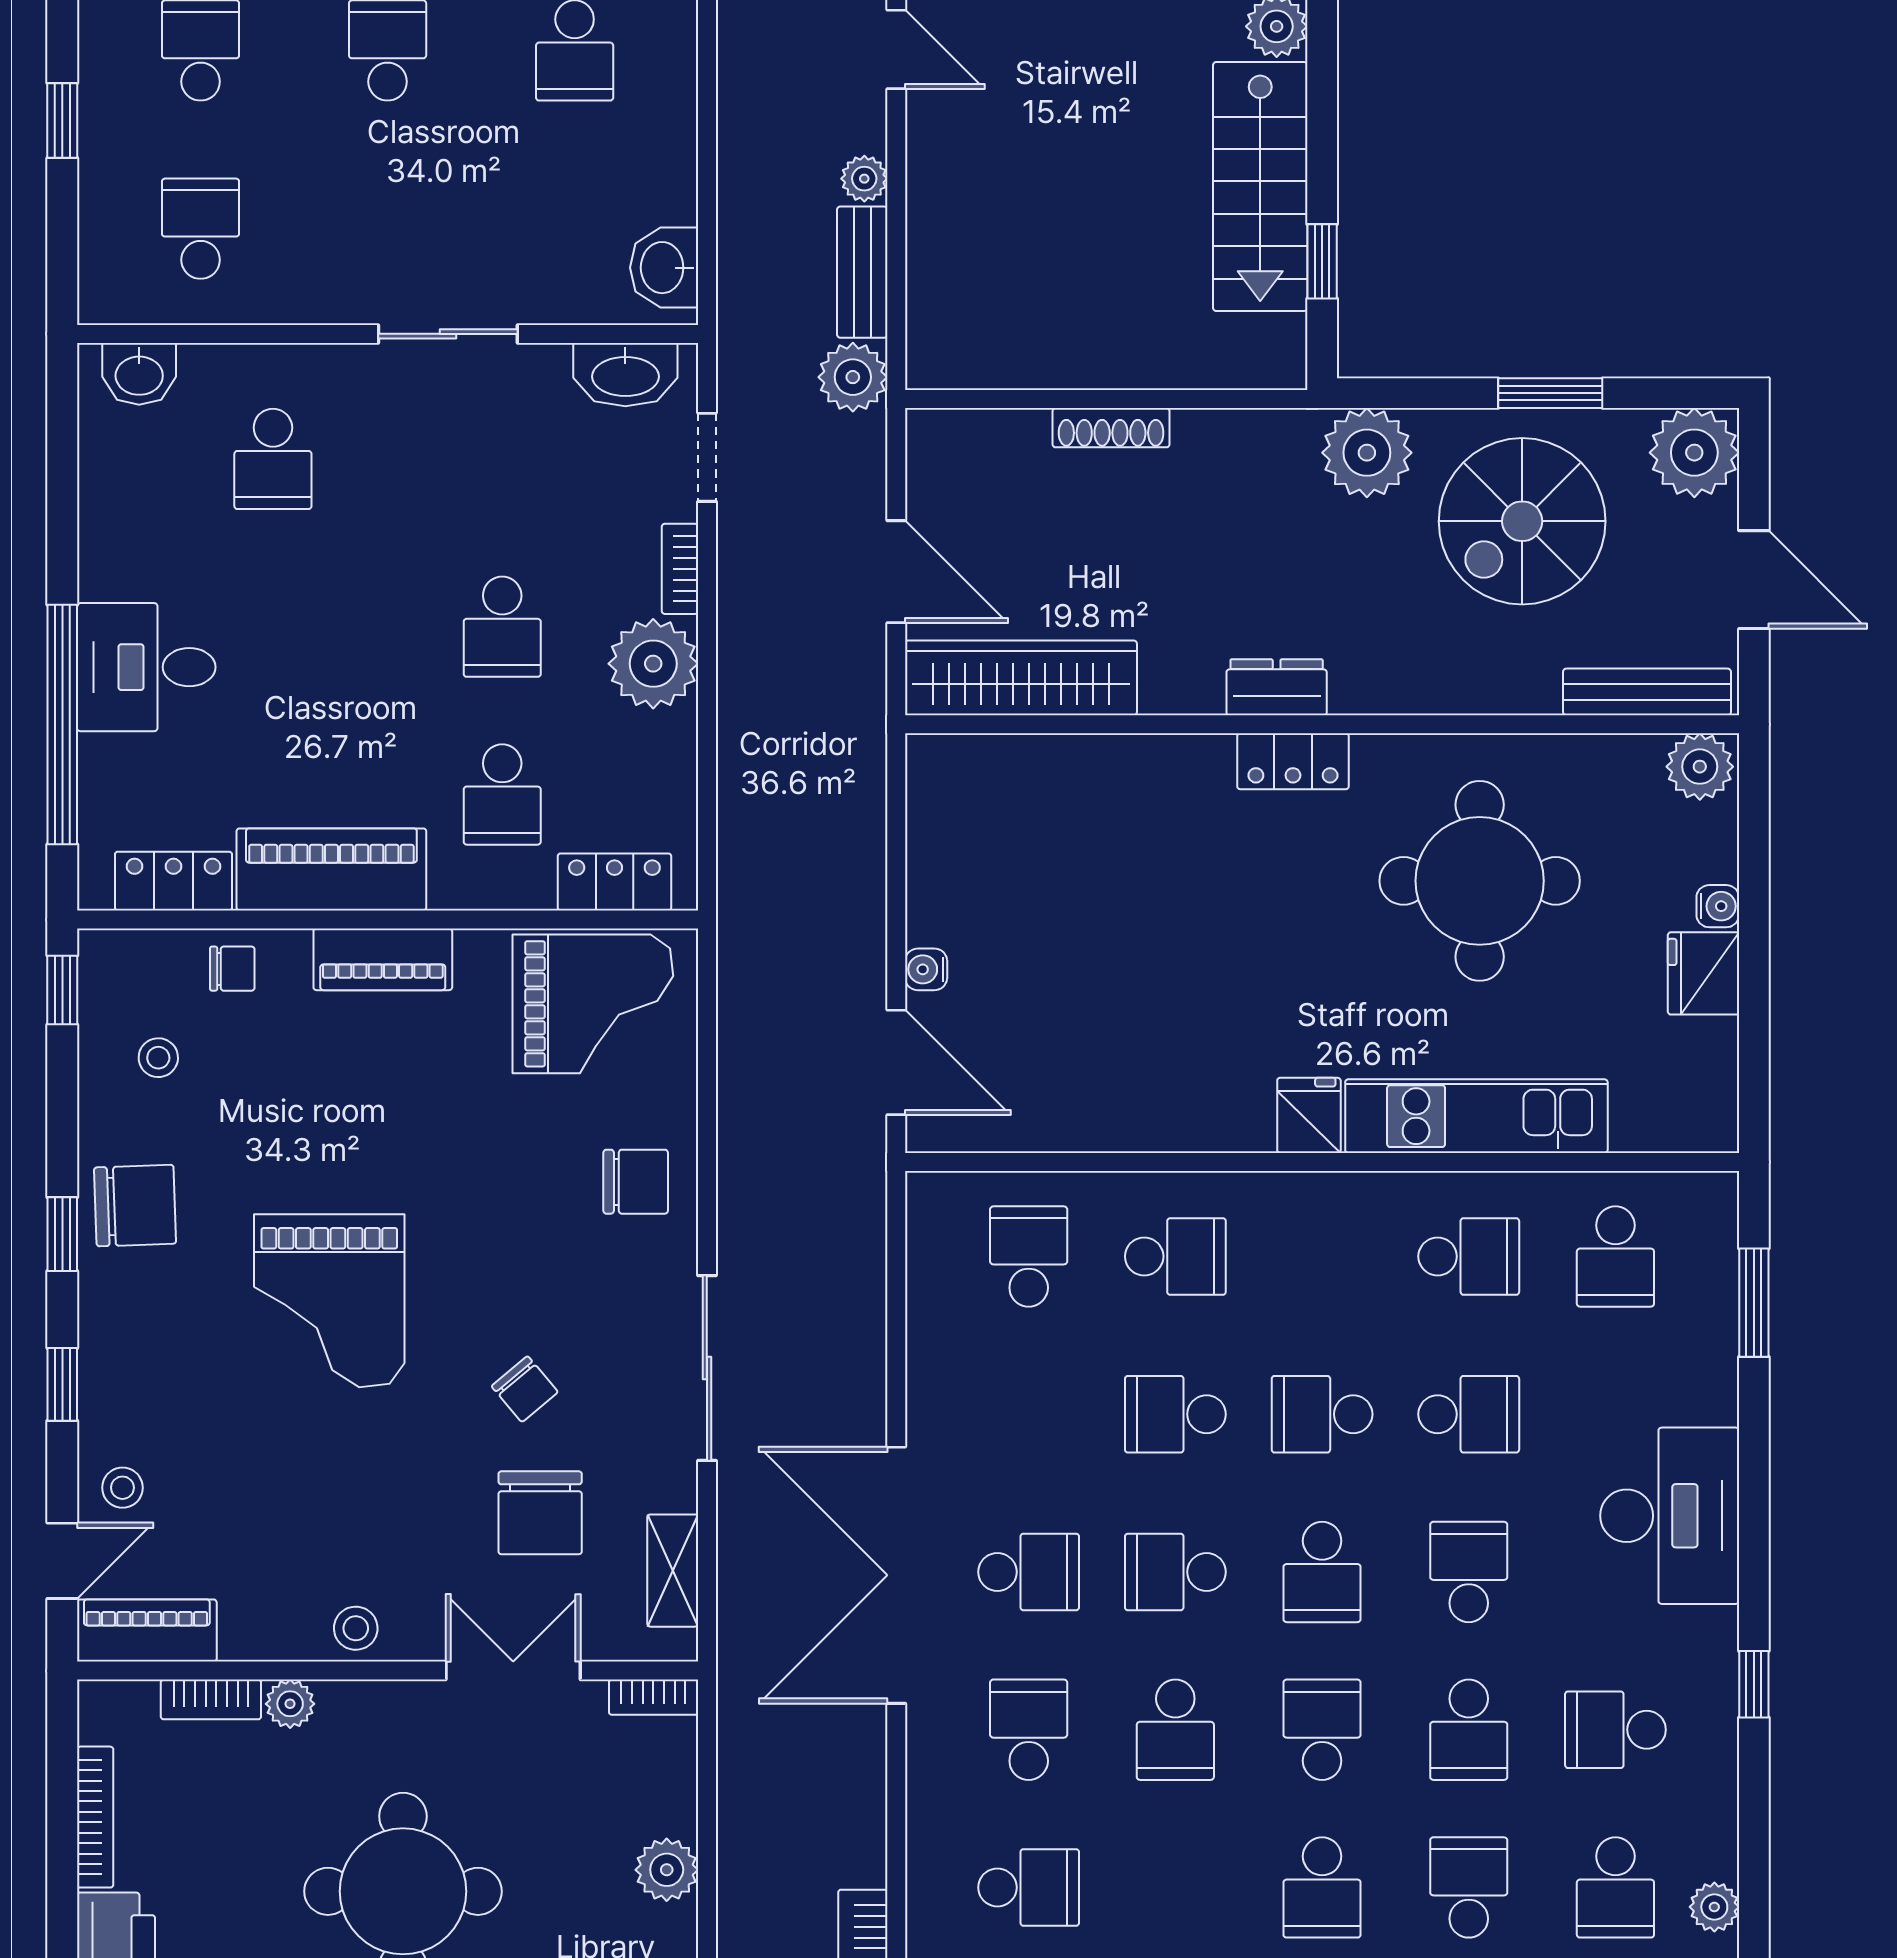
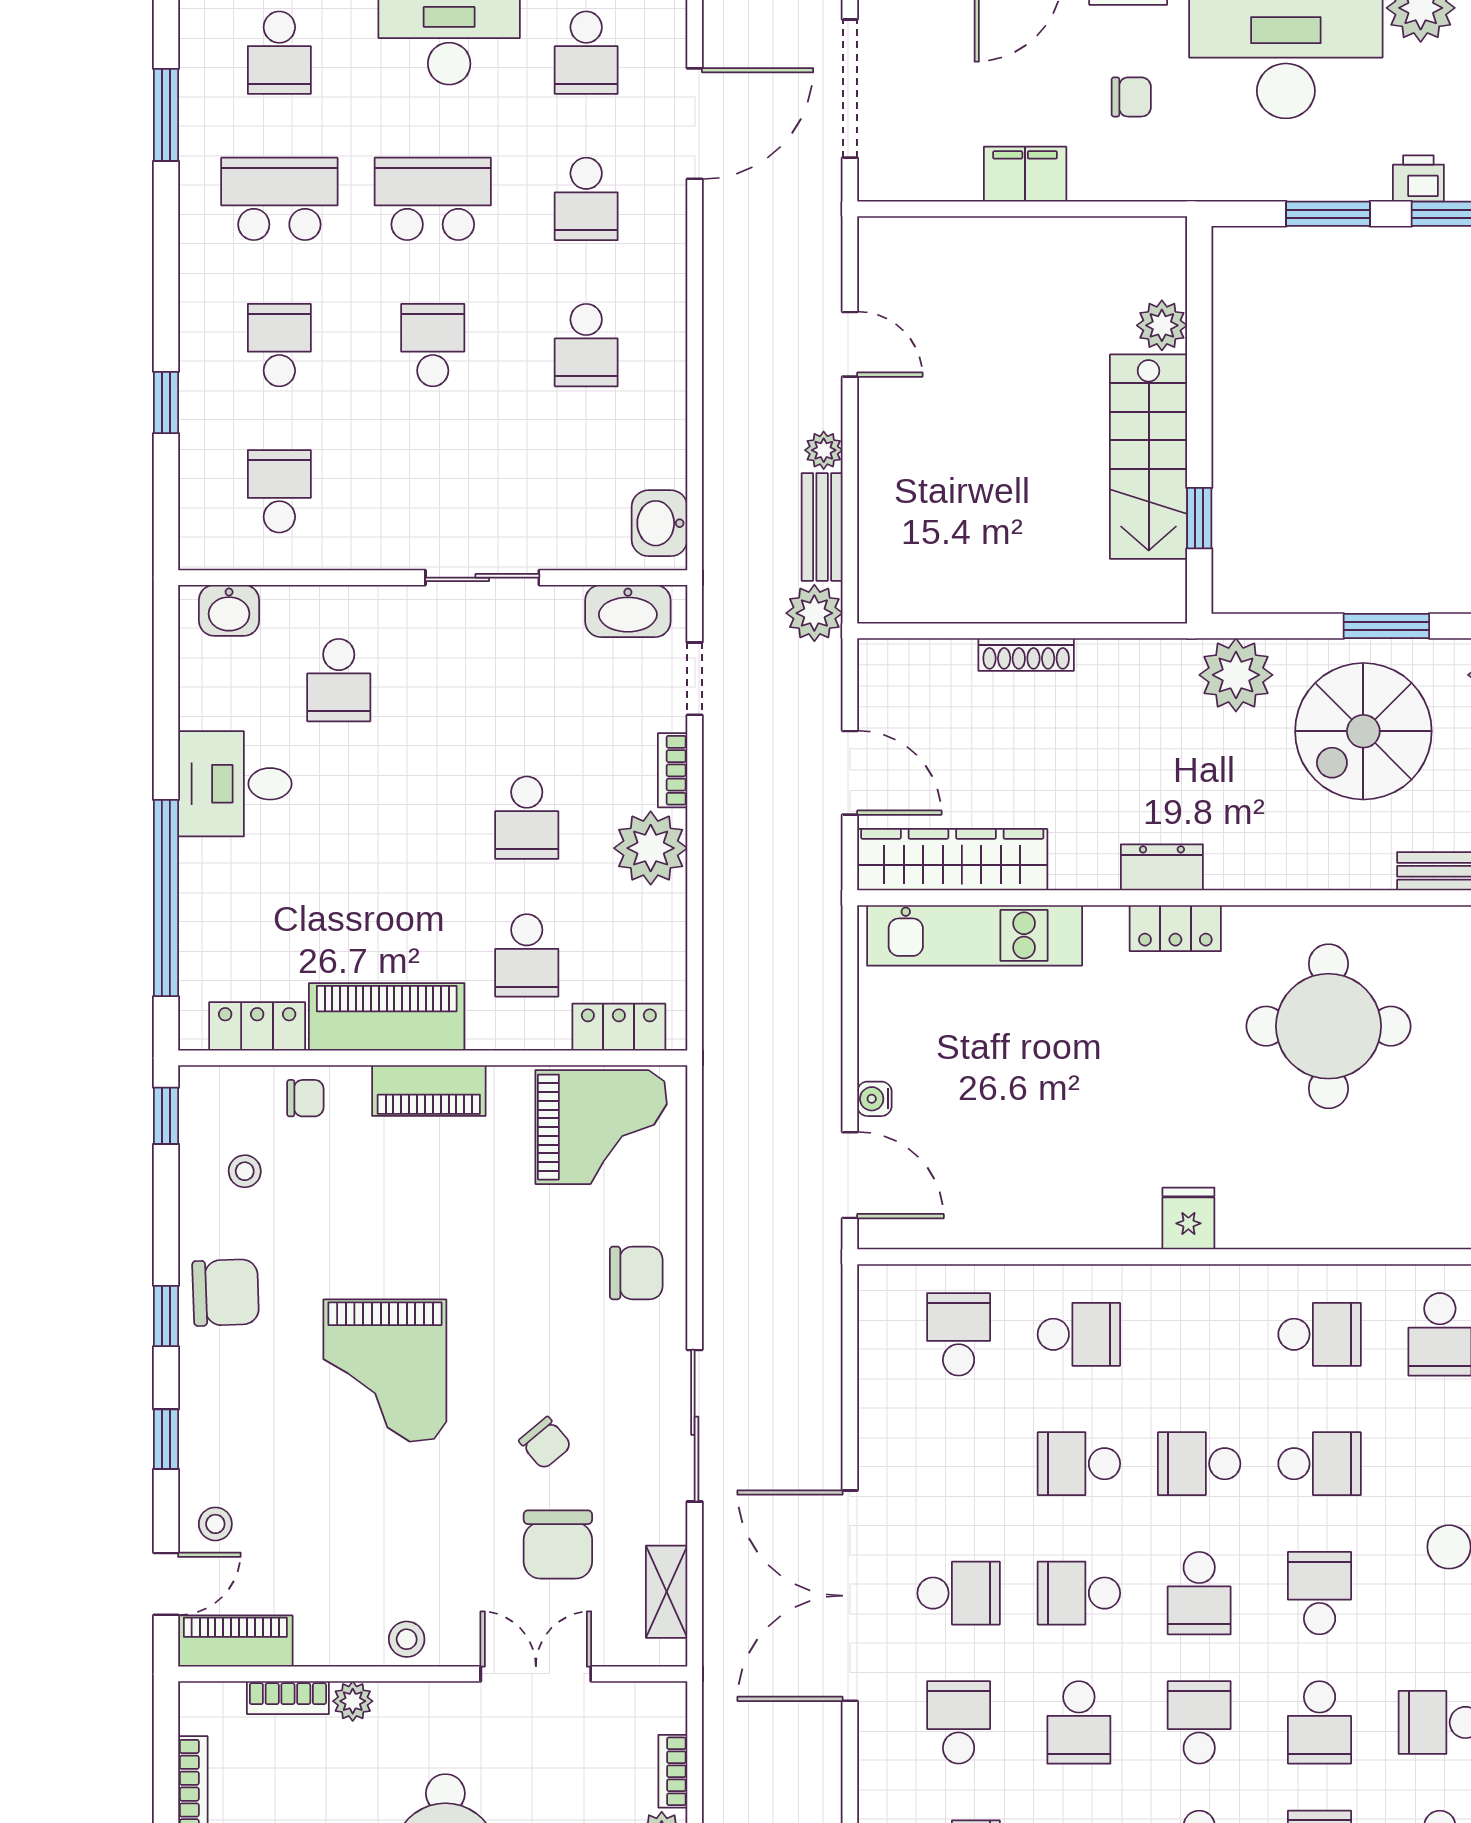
desk: (146, 667) -> (235, 784), moved
kitchen unit: (1476, 1116) -> (975, 935), moved, turned 180
bookcase: (653, 1697) -> (673, 1771), moved, turned 90

